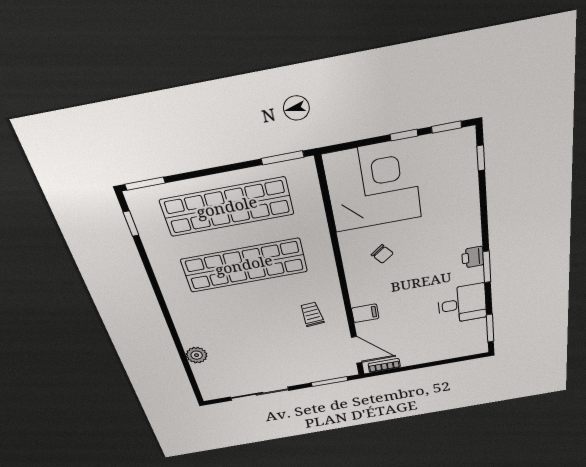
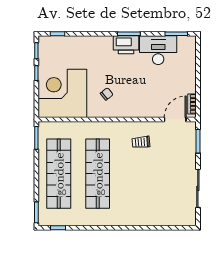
printer: (473, 257) -> (126, 45), width x1.87, depth x1.48
desk: (462, 304) -> (158, 50), width x1.37
filing cabinet: (365, 313) -> (147, 110), removed
plant: (197, 355) -> (157, 219), removed

